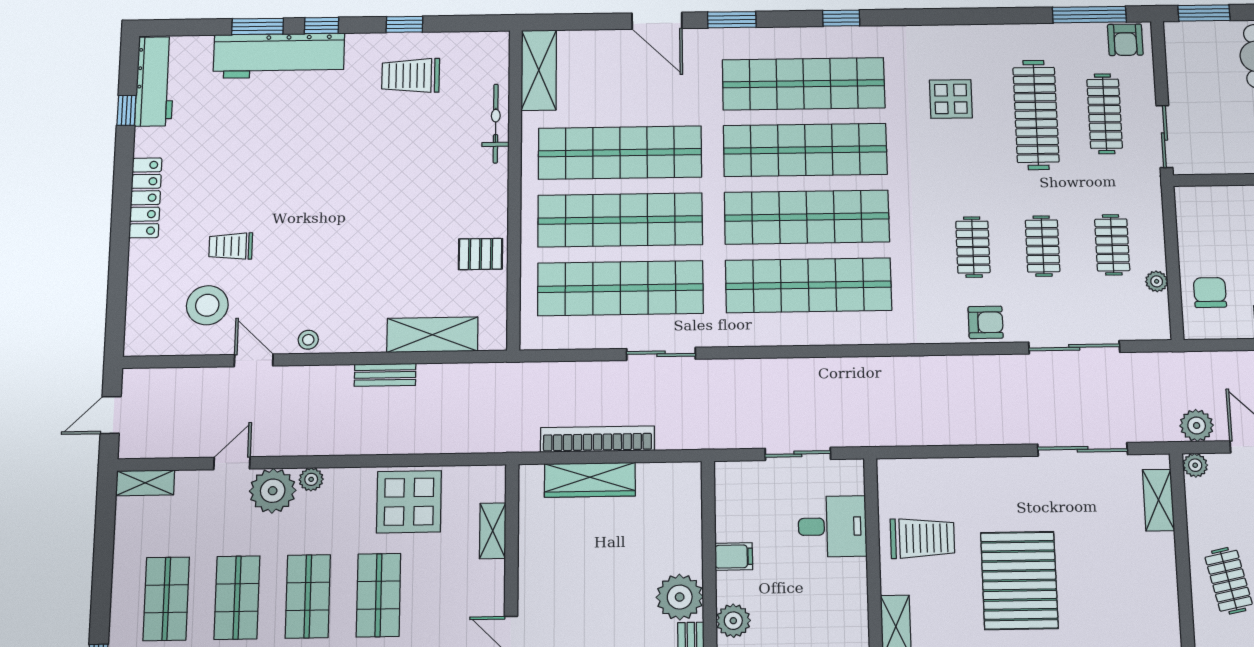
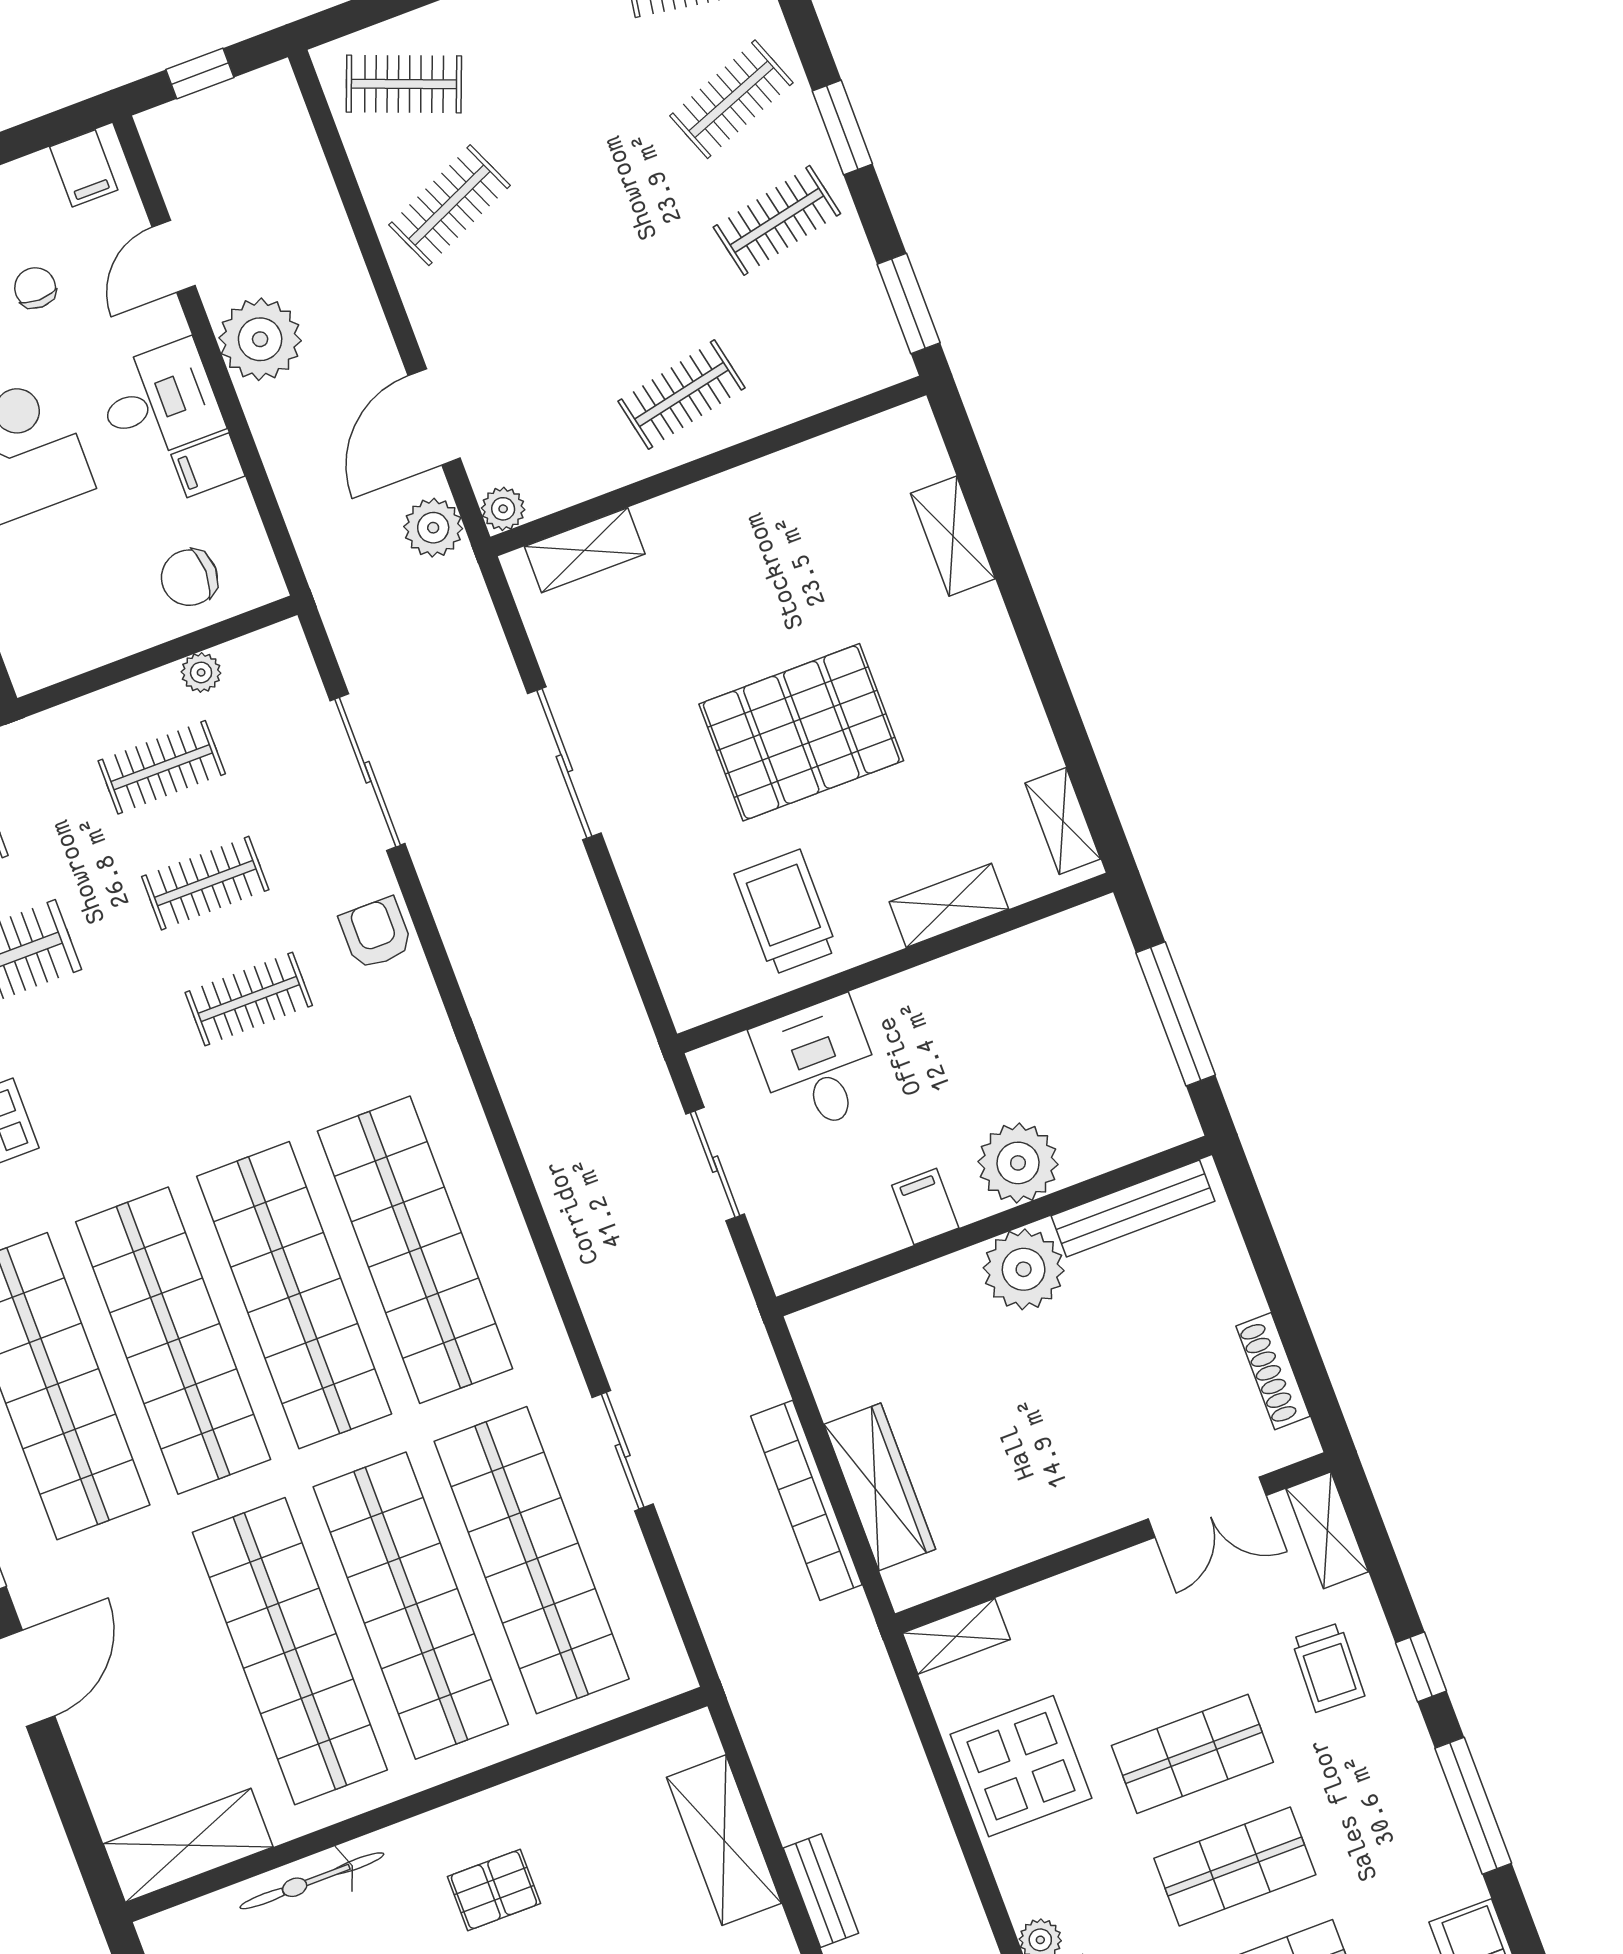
pallet: (480, 254) -> (494, 1890), moved, turned 90
sliding door: (1083, 449) -> (564, 763), moved
shelving: (493, 531) -> (956, 1636), moved
plant: (733, 621) -> (1018, 1163), width x1.36, depth x1.36

